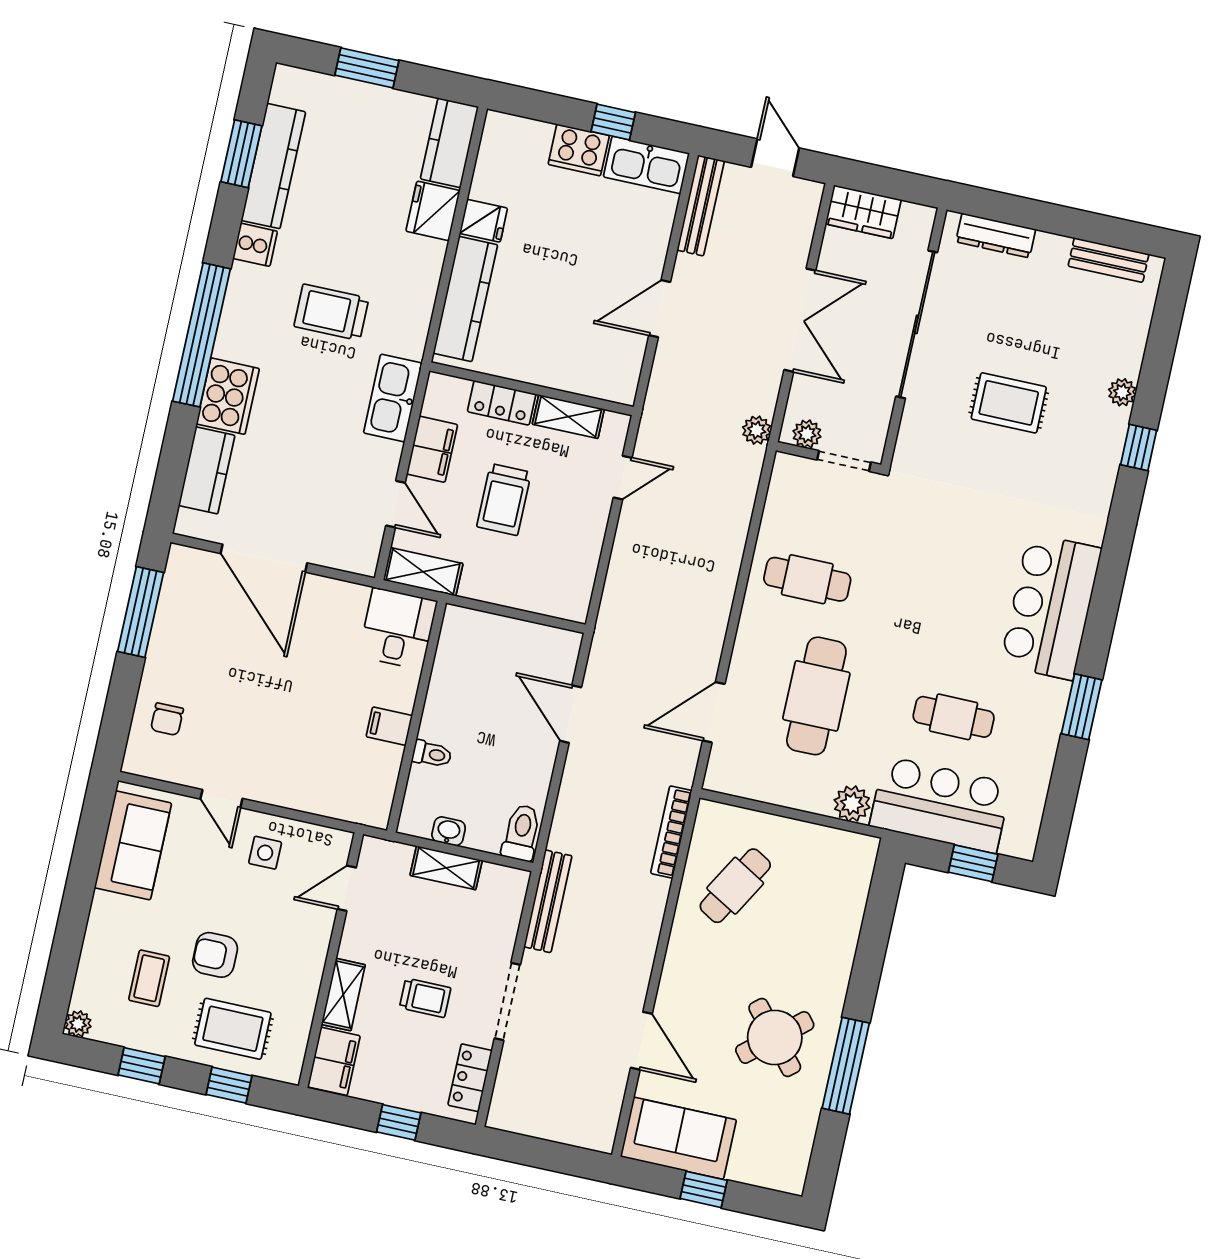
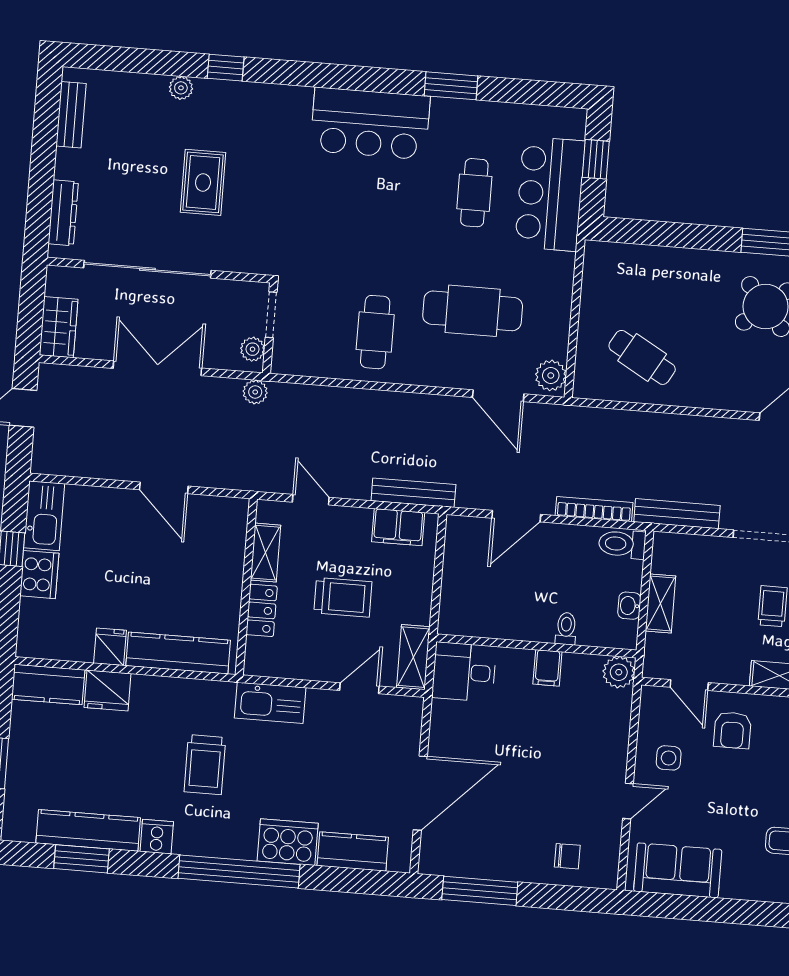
bench: (701, 205) -> (413, 493), moved
filing cabinet: (432, 449) -> (398, 527), moved, turned 180
plant: (852, 804) -> (551, 375), moved
plant: (373, 808) -> (619, 672), added
bookcase: (671, 832) -> (594, 509), moved, turned 180
armchair: (215, 955) -> (732, 730), moved

